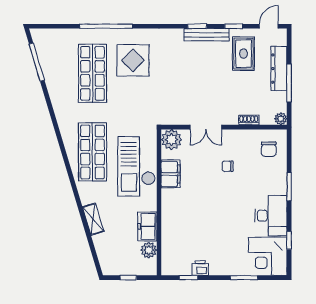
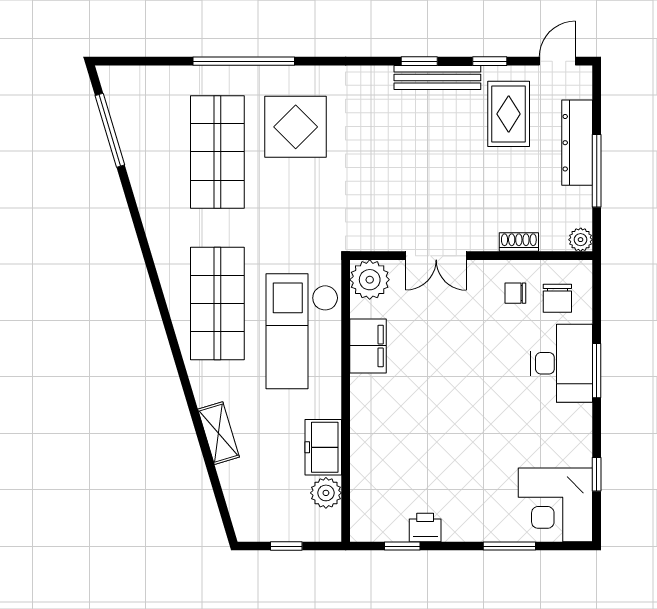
chair: (228, 166) -> (515, 293), moved
desk: (271, 216) -> (562, 363), moved

